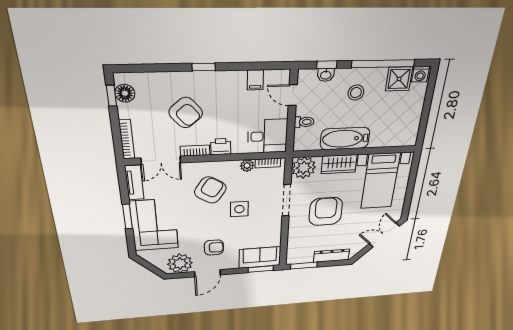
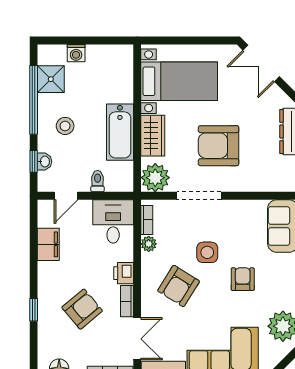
window: (204, 67) -> (34, 310), moved
washing machine: (420, 74) -> (76, 53), moved, turned 90
filing cabinet: (255, 80) -> (48, 244), width x2.00
armchair: (210, 190) -> (179, 286), turned -91
armchair: (214, 247) -> (243, 279), moved

